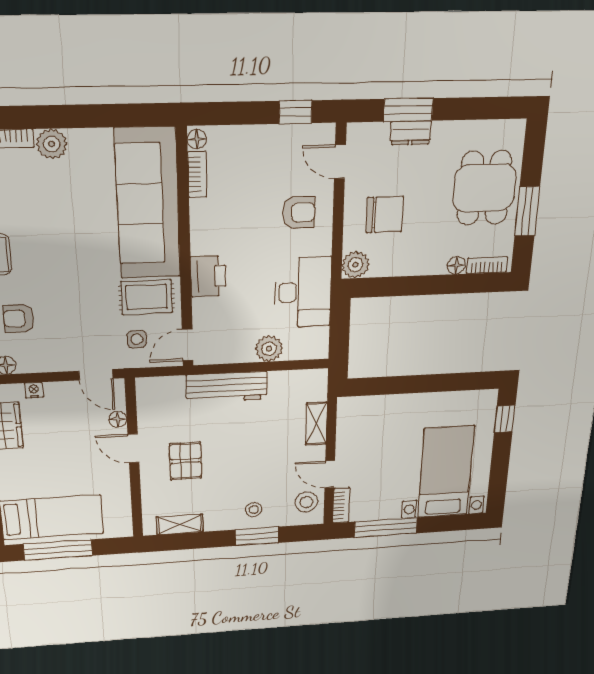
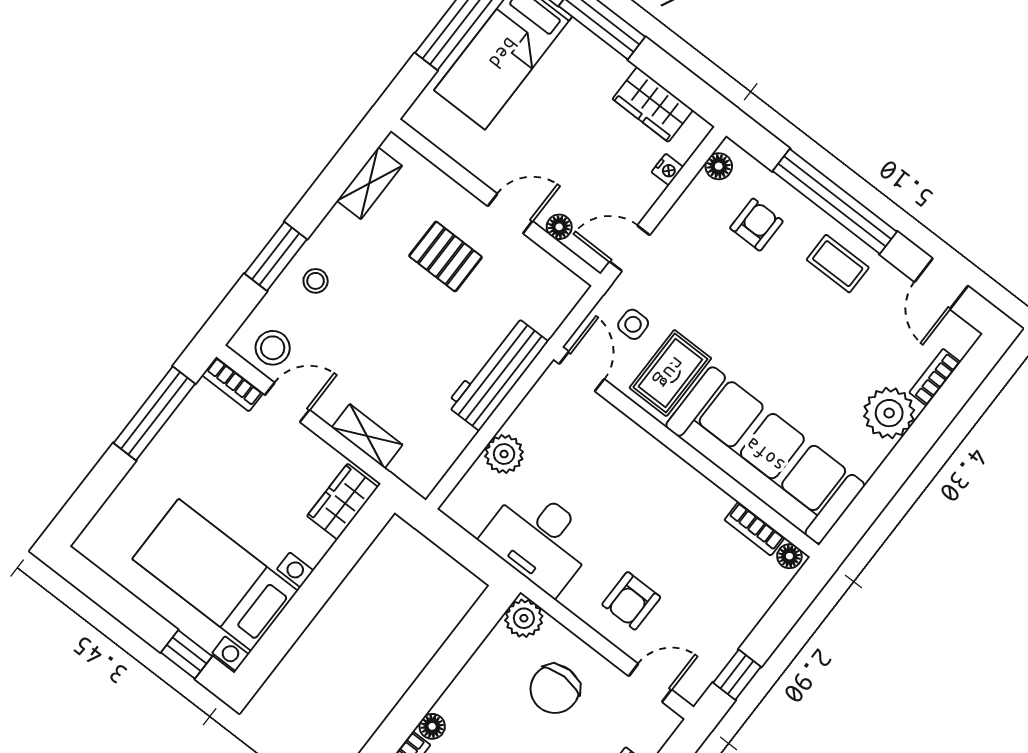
plant: (52, 144) -> (889, 413), width x1.36, depth x1.36
printer: (208, 276) -> (640, 455), removed
wardrobe: (362, 408) -> (343, 502), added
bed with nightstands: (446, 472) -> (215, 575), moved, turned 180

